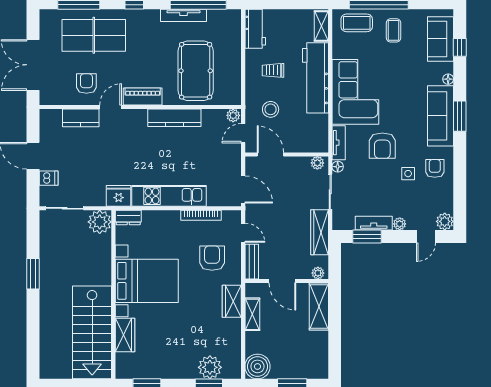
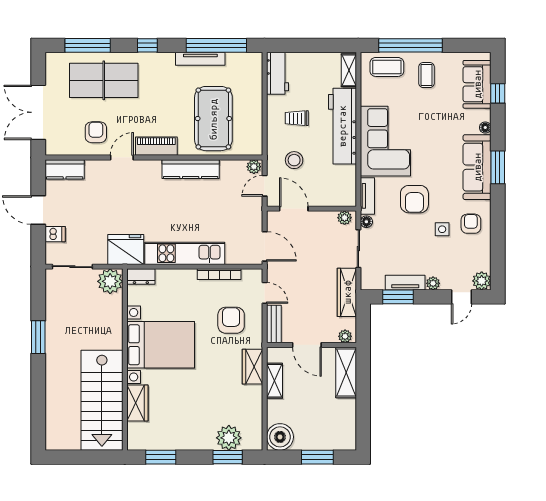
kitchen counter: (81, 118) -> (65, 169), moved
fridge: (119, 196) -> (126, 249), width x1.36, depth x1.34

